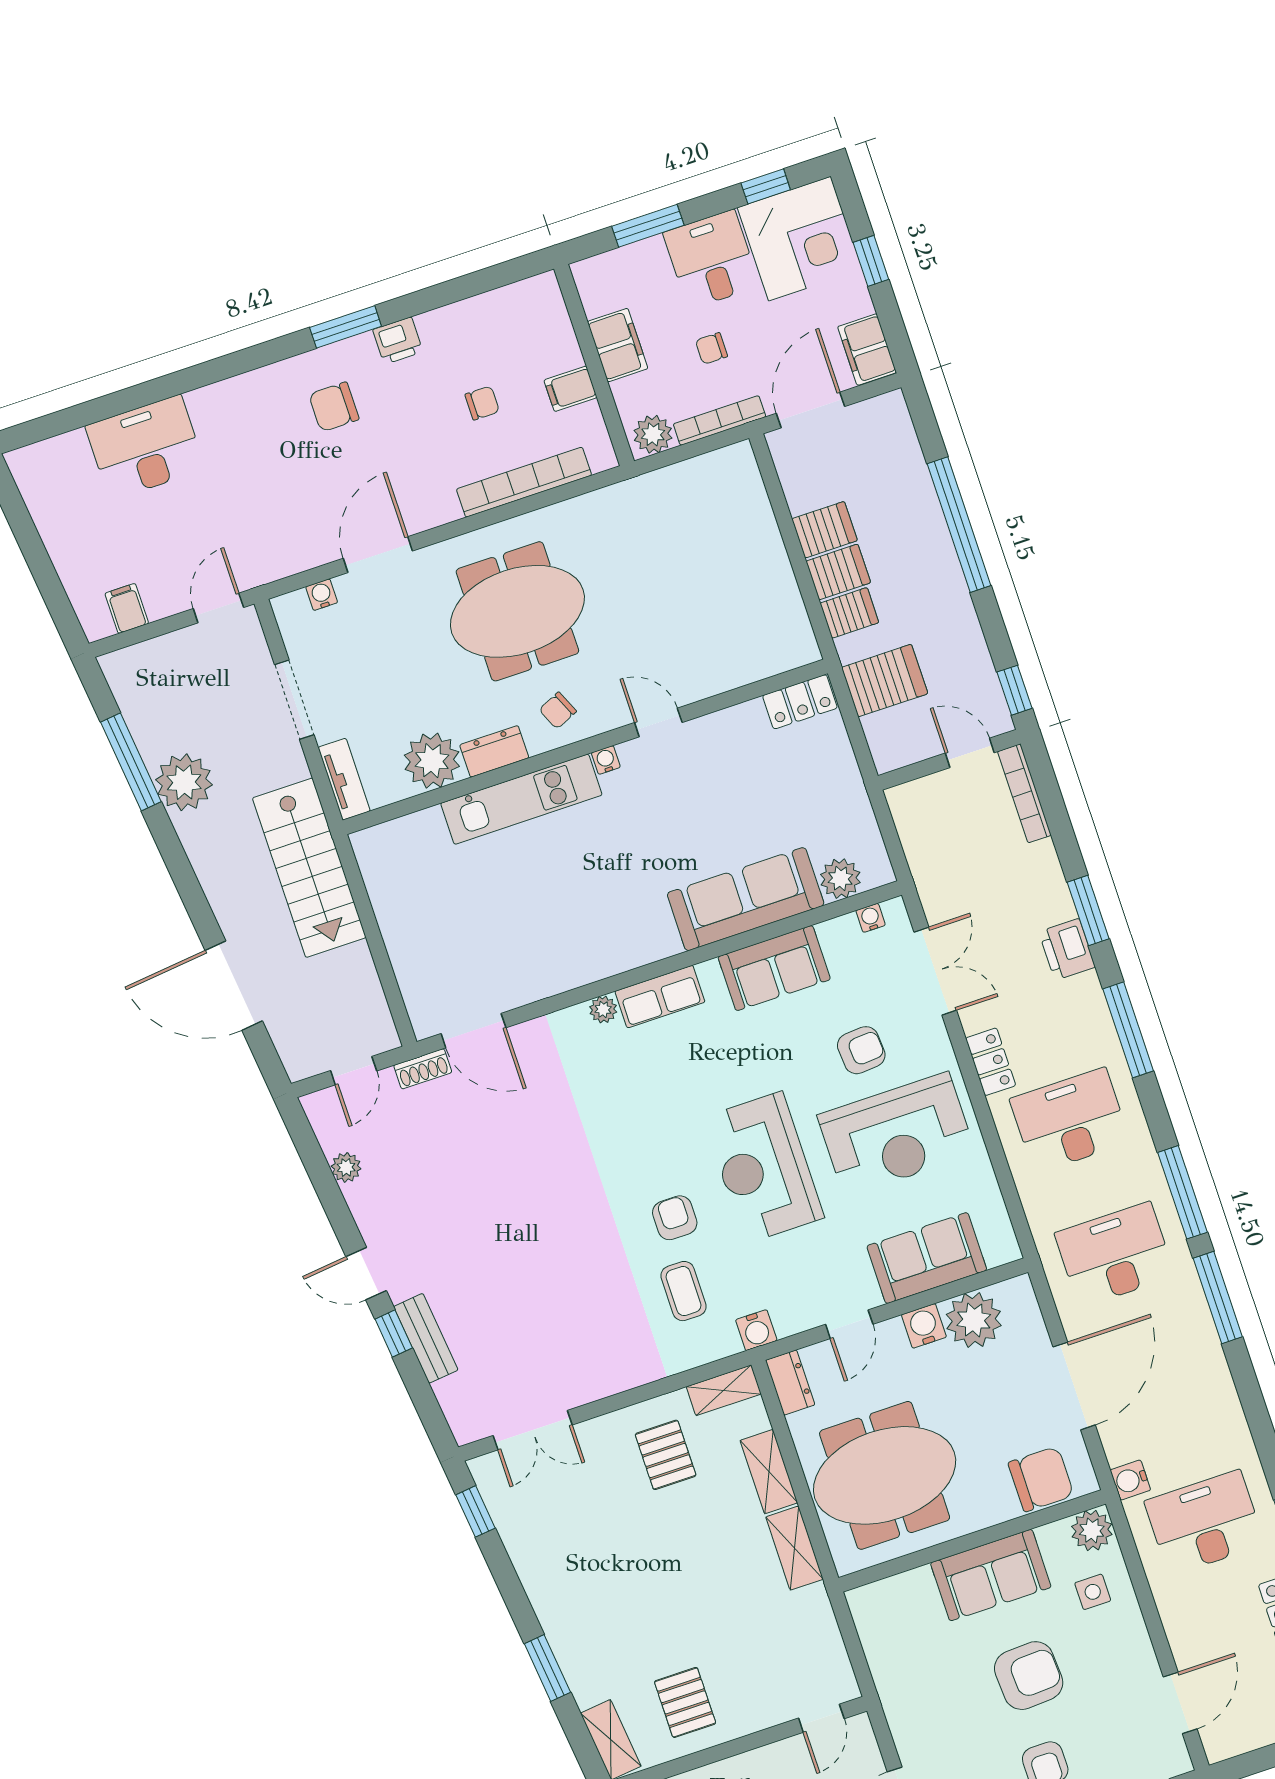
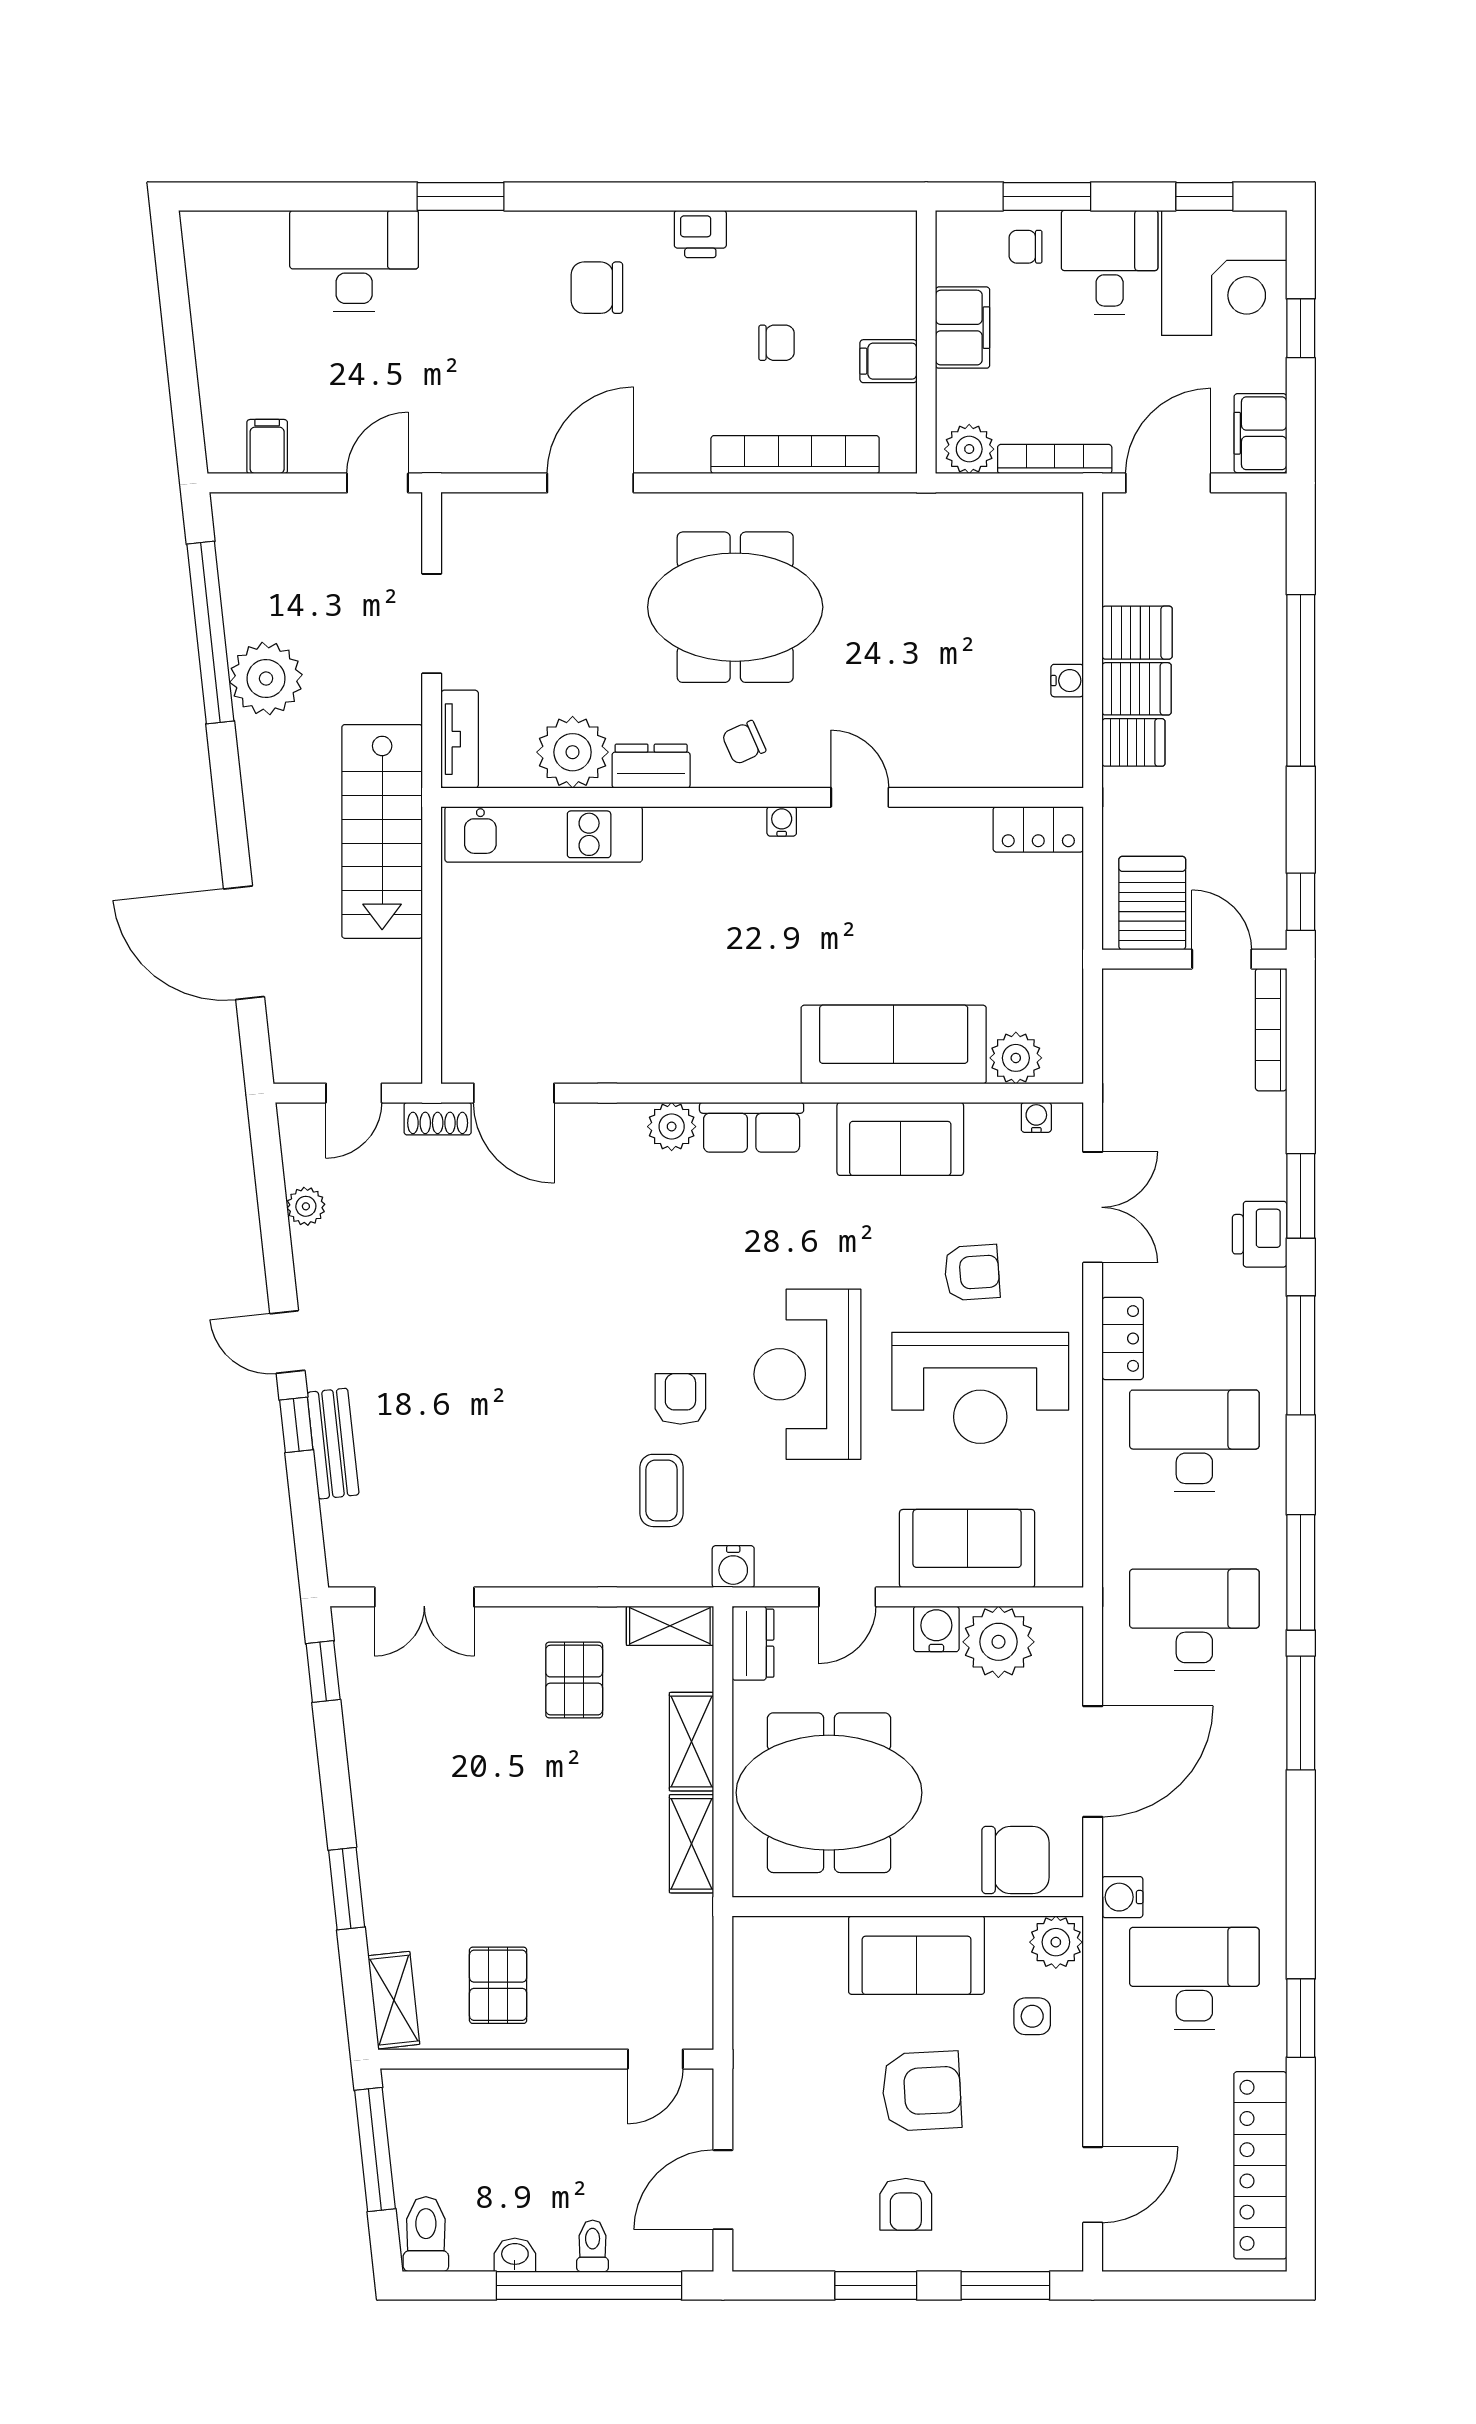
window: (346, 327) -> (461, 196), moved
chair: (711, 348) -> (1026, 247), moved
water cooler: (322, 595) -> (1067, 681), moved, turned 90
server rack: (885, 681) -> (1152, 903), moved, turned -90
window: (131, 762) -> (210, 633), width x1.46
kitchen unit: (521, 799) -> (544, 834), moved
plant: (603, 1009) -> (672, 1127), width x1.38, depth x1.38

